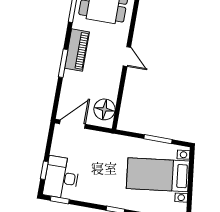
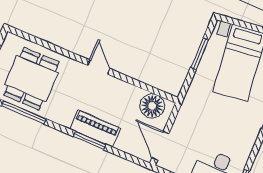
piano: (77, 50) -> (95, 129), moved
door: (127, 57) -> (99, 67), hinge flipped

